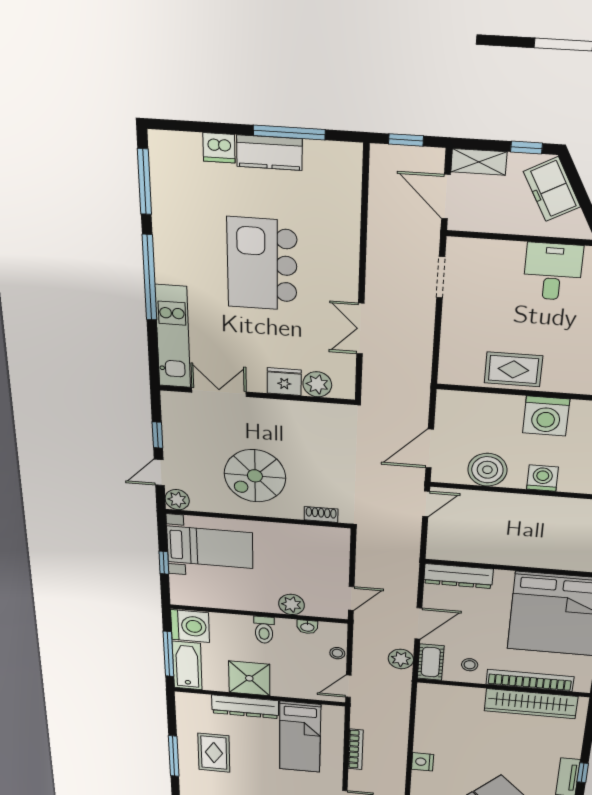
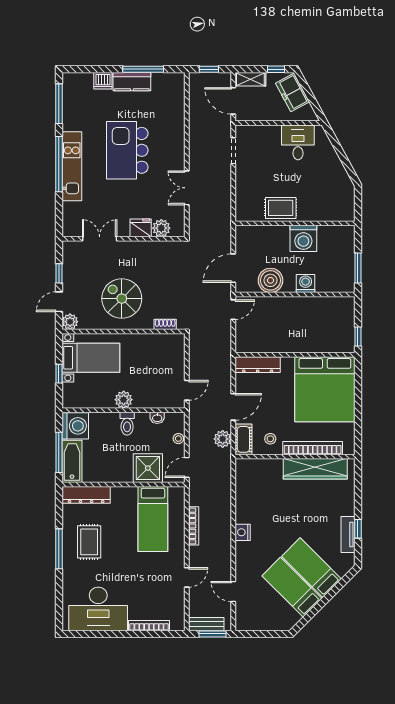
kitchen unit: (173, 337) -> (72, 166), moved
spiral stairs: (255, 476) -> (122, 299), turned 90
plant: (292, 604) -> (124, 400), moved
shower: (249, 678) -> (148, 468), moved
dresser: (245, 707) -> (86, 495), moved

